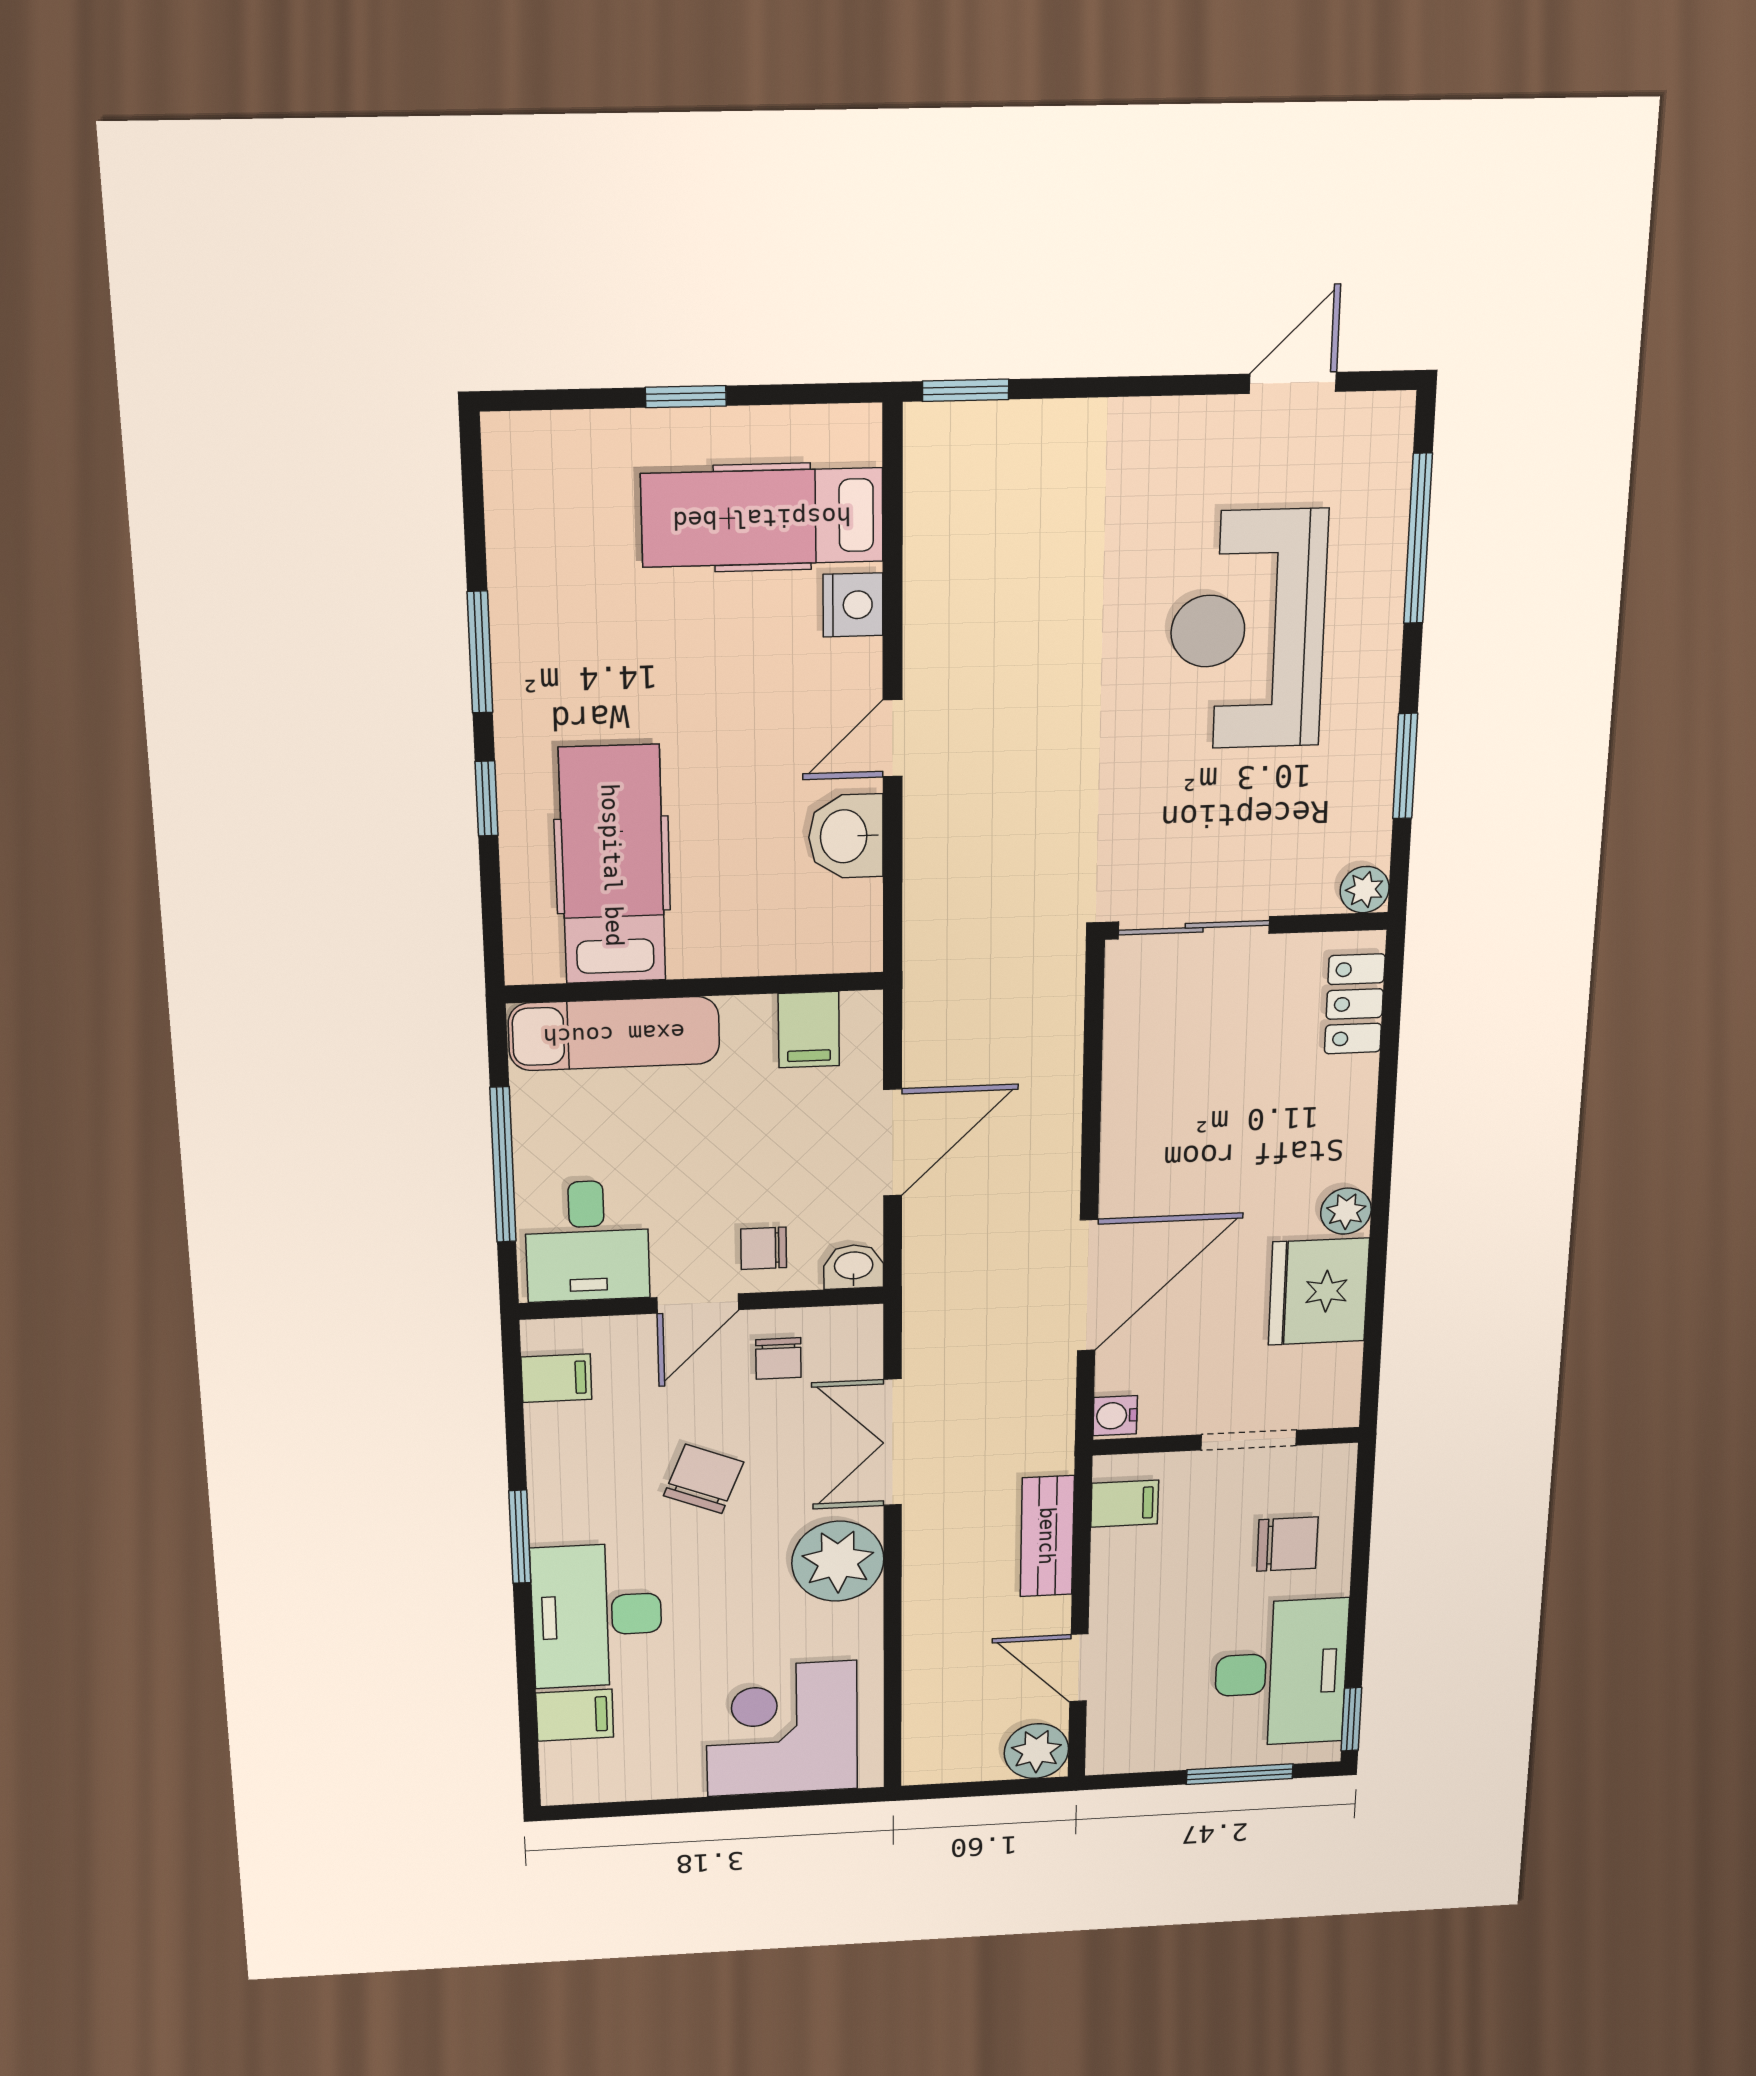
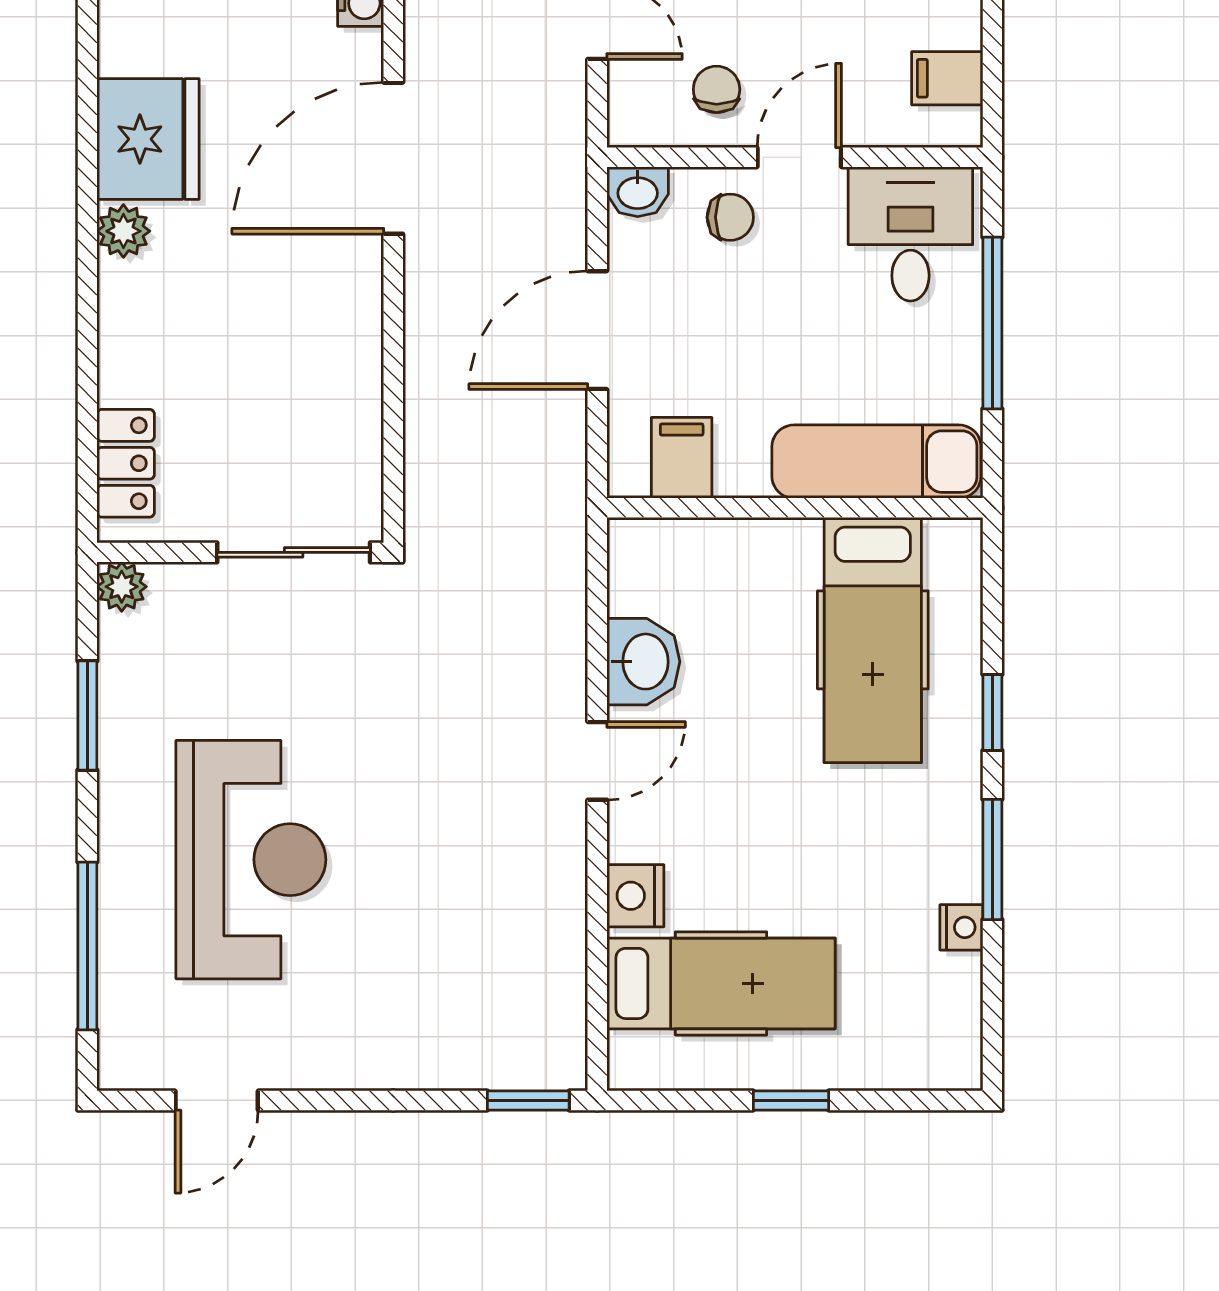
nightstand: (510, 582) -> (961, 927), added

